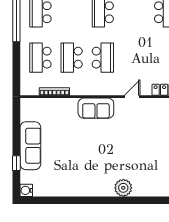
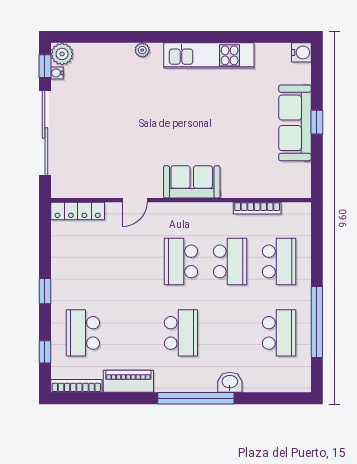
window: (16, 163) -> (317, 122), moved
plant: (123, 188) -> (142, 50), width x0.53, depth x0.53
kitchen unit: (85, 189) -> (209, 55), added

